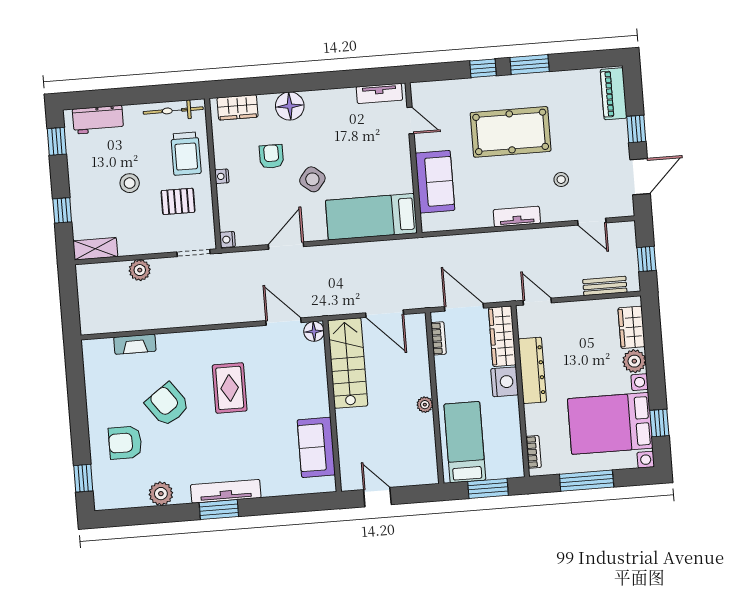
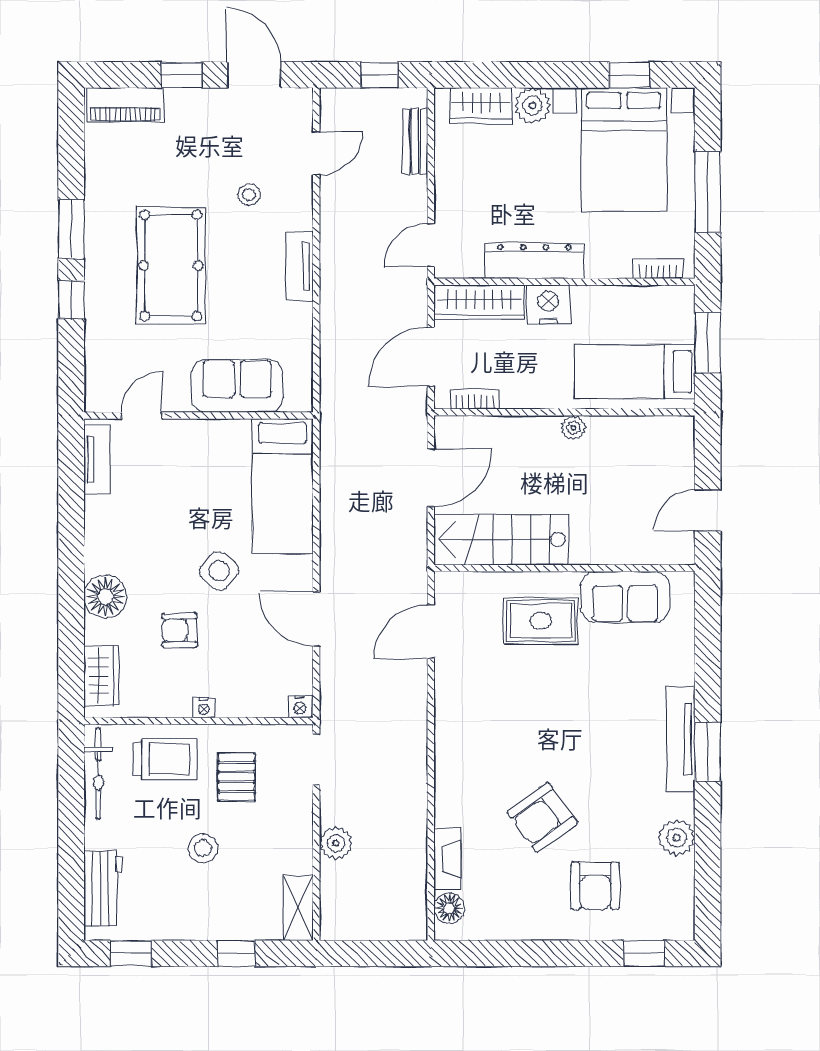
floor lamp: (314, 331) -> (449, 908), moved
rug: (230, 388) -> (541, 621), moved

